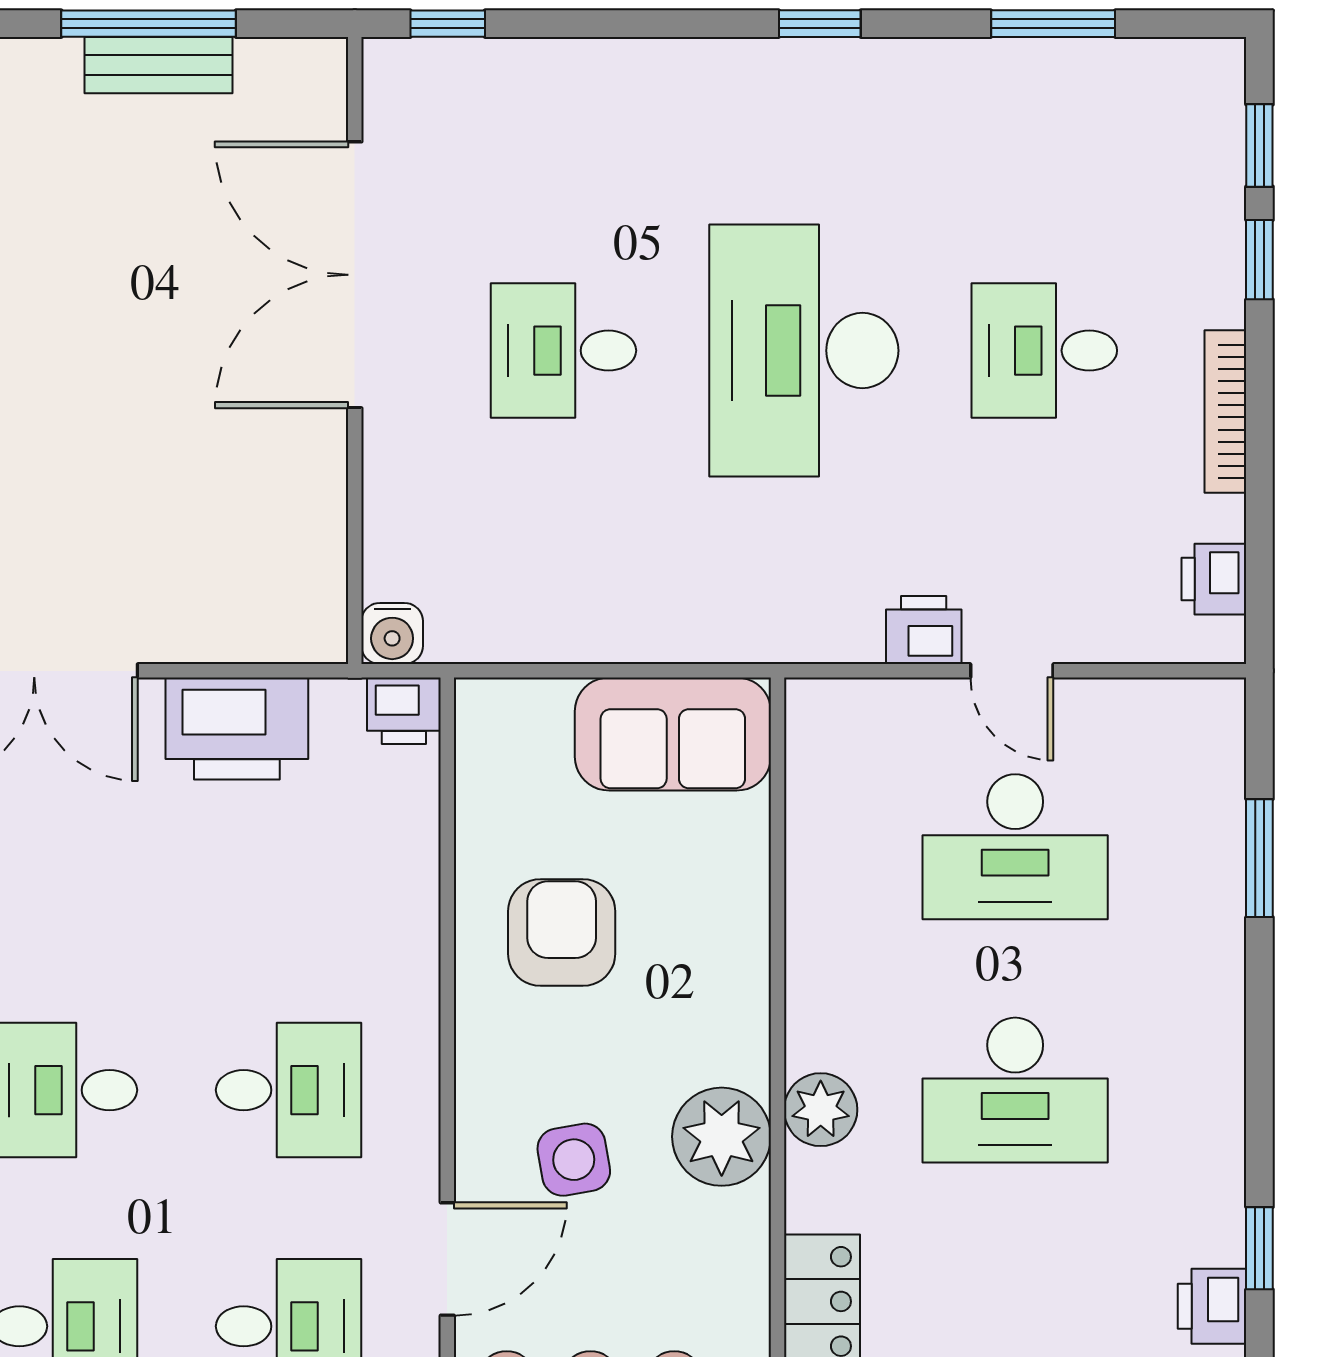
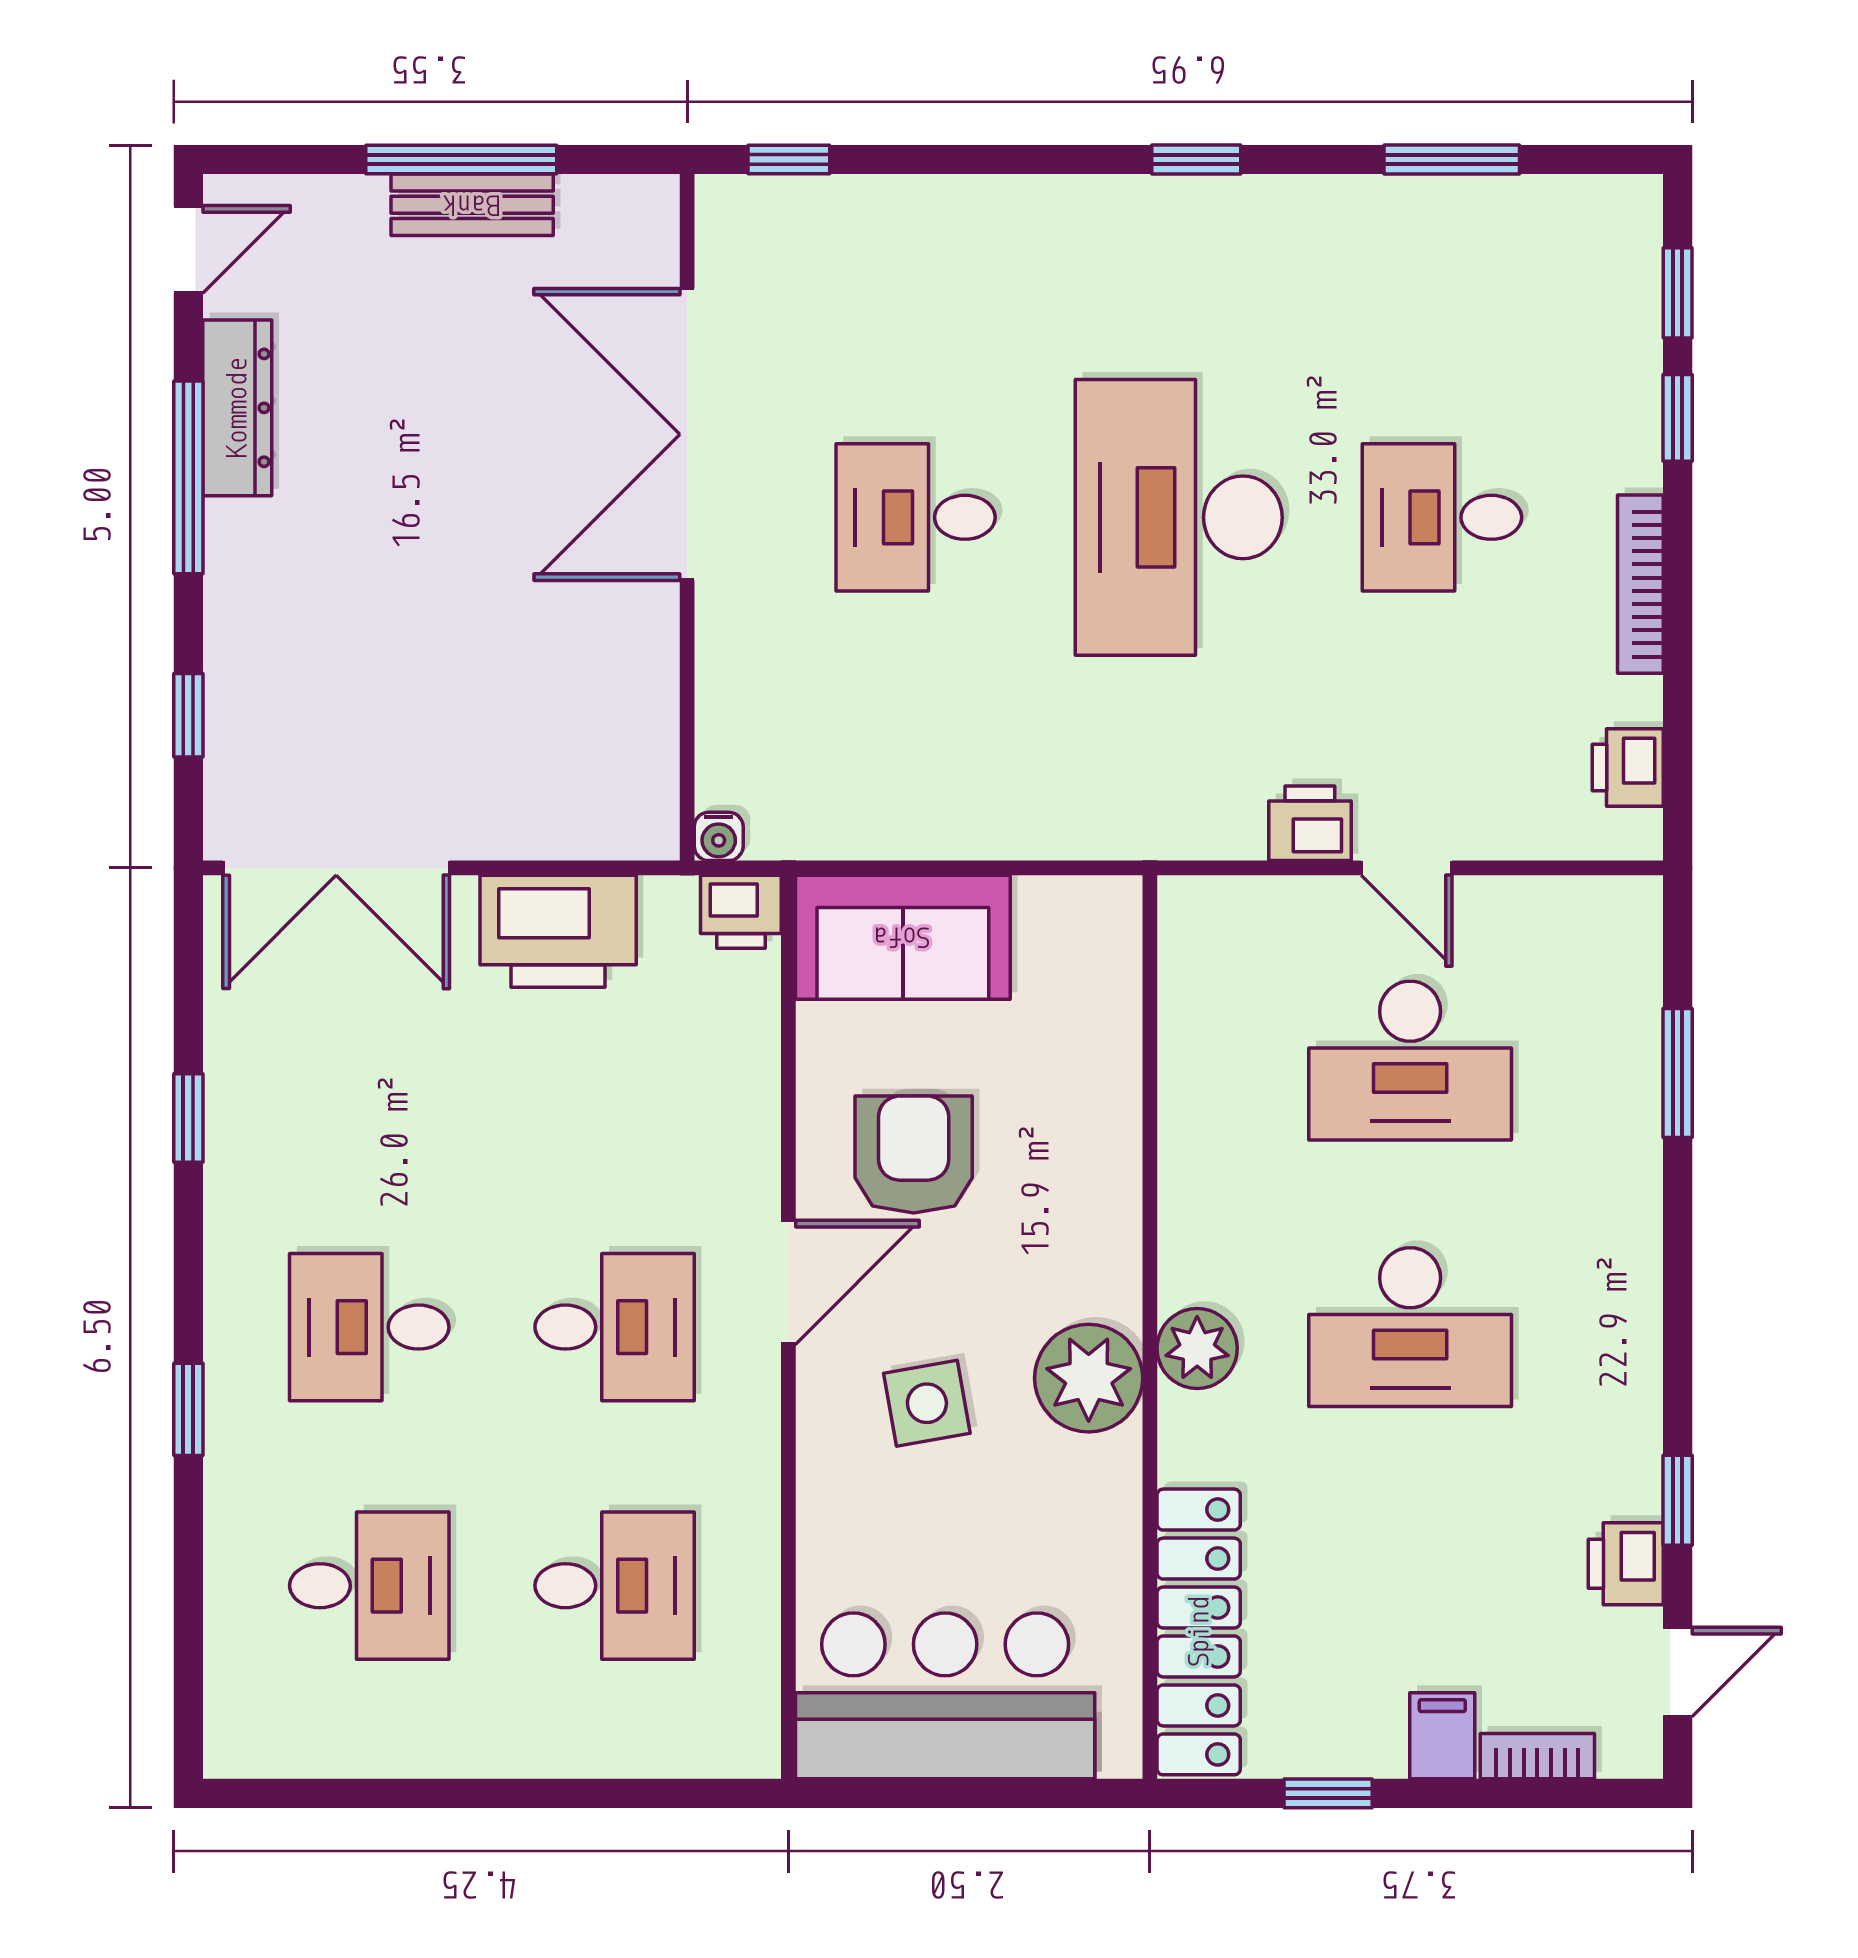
water cooler: (392, 633) -> (719, 836), width x0.72, depth x0.72
sofa: (673, 734) -> (903, 937), moved
door: (447, 1259) -> (788, 1282), moved

